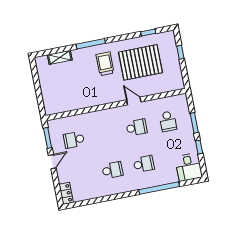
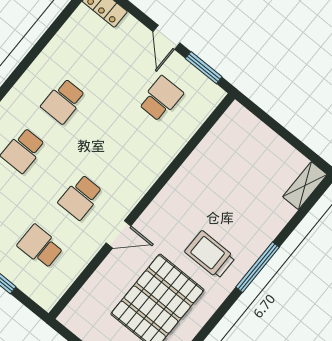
shelving: (60, 57) -> (305, 186), moved
trolley: (105, 64) -> (210, 255), turned 180

